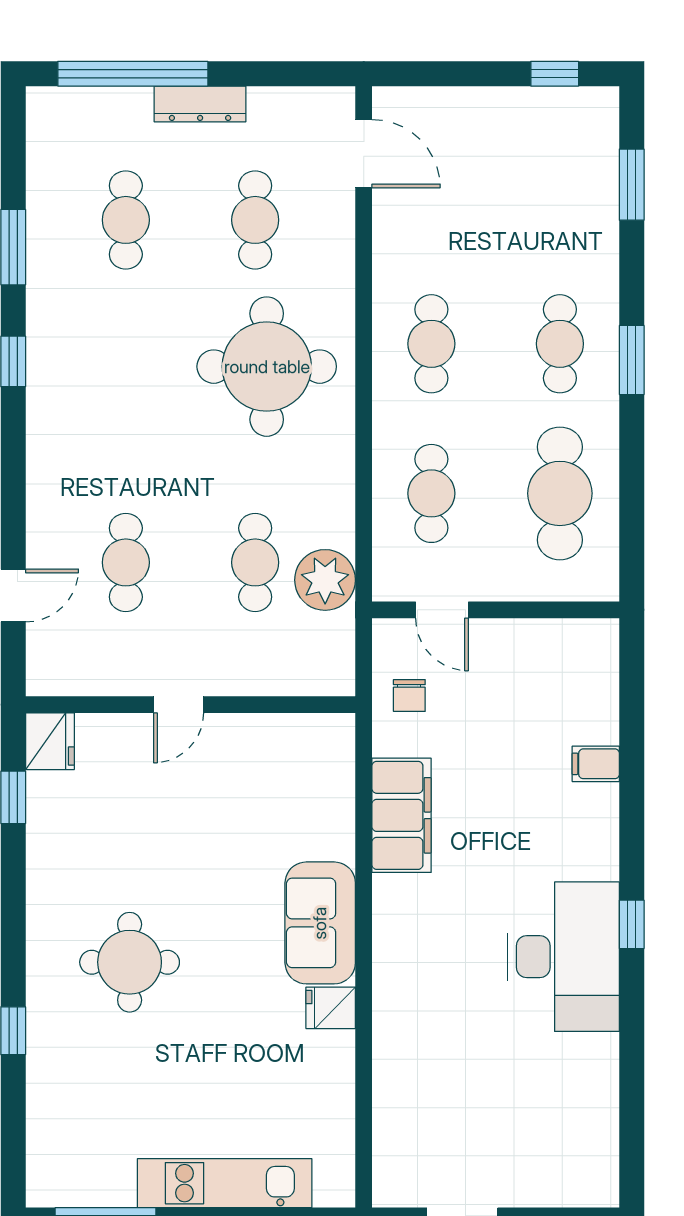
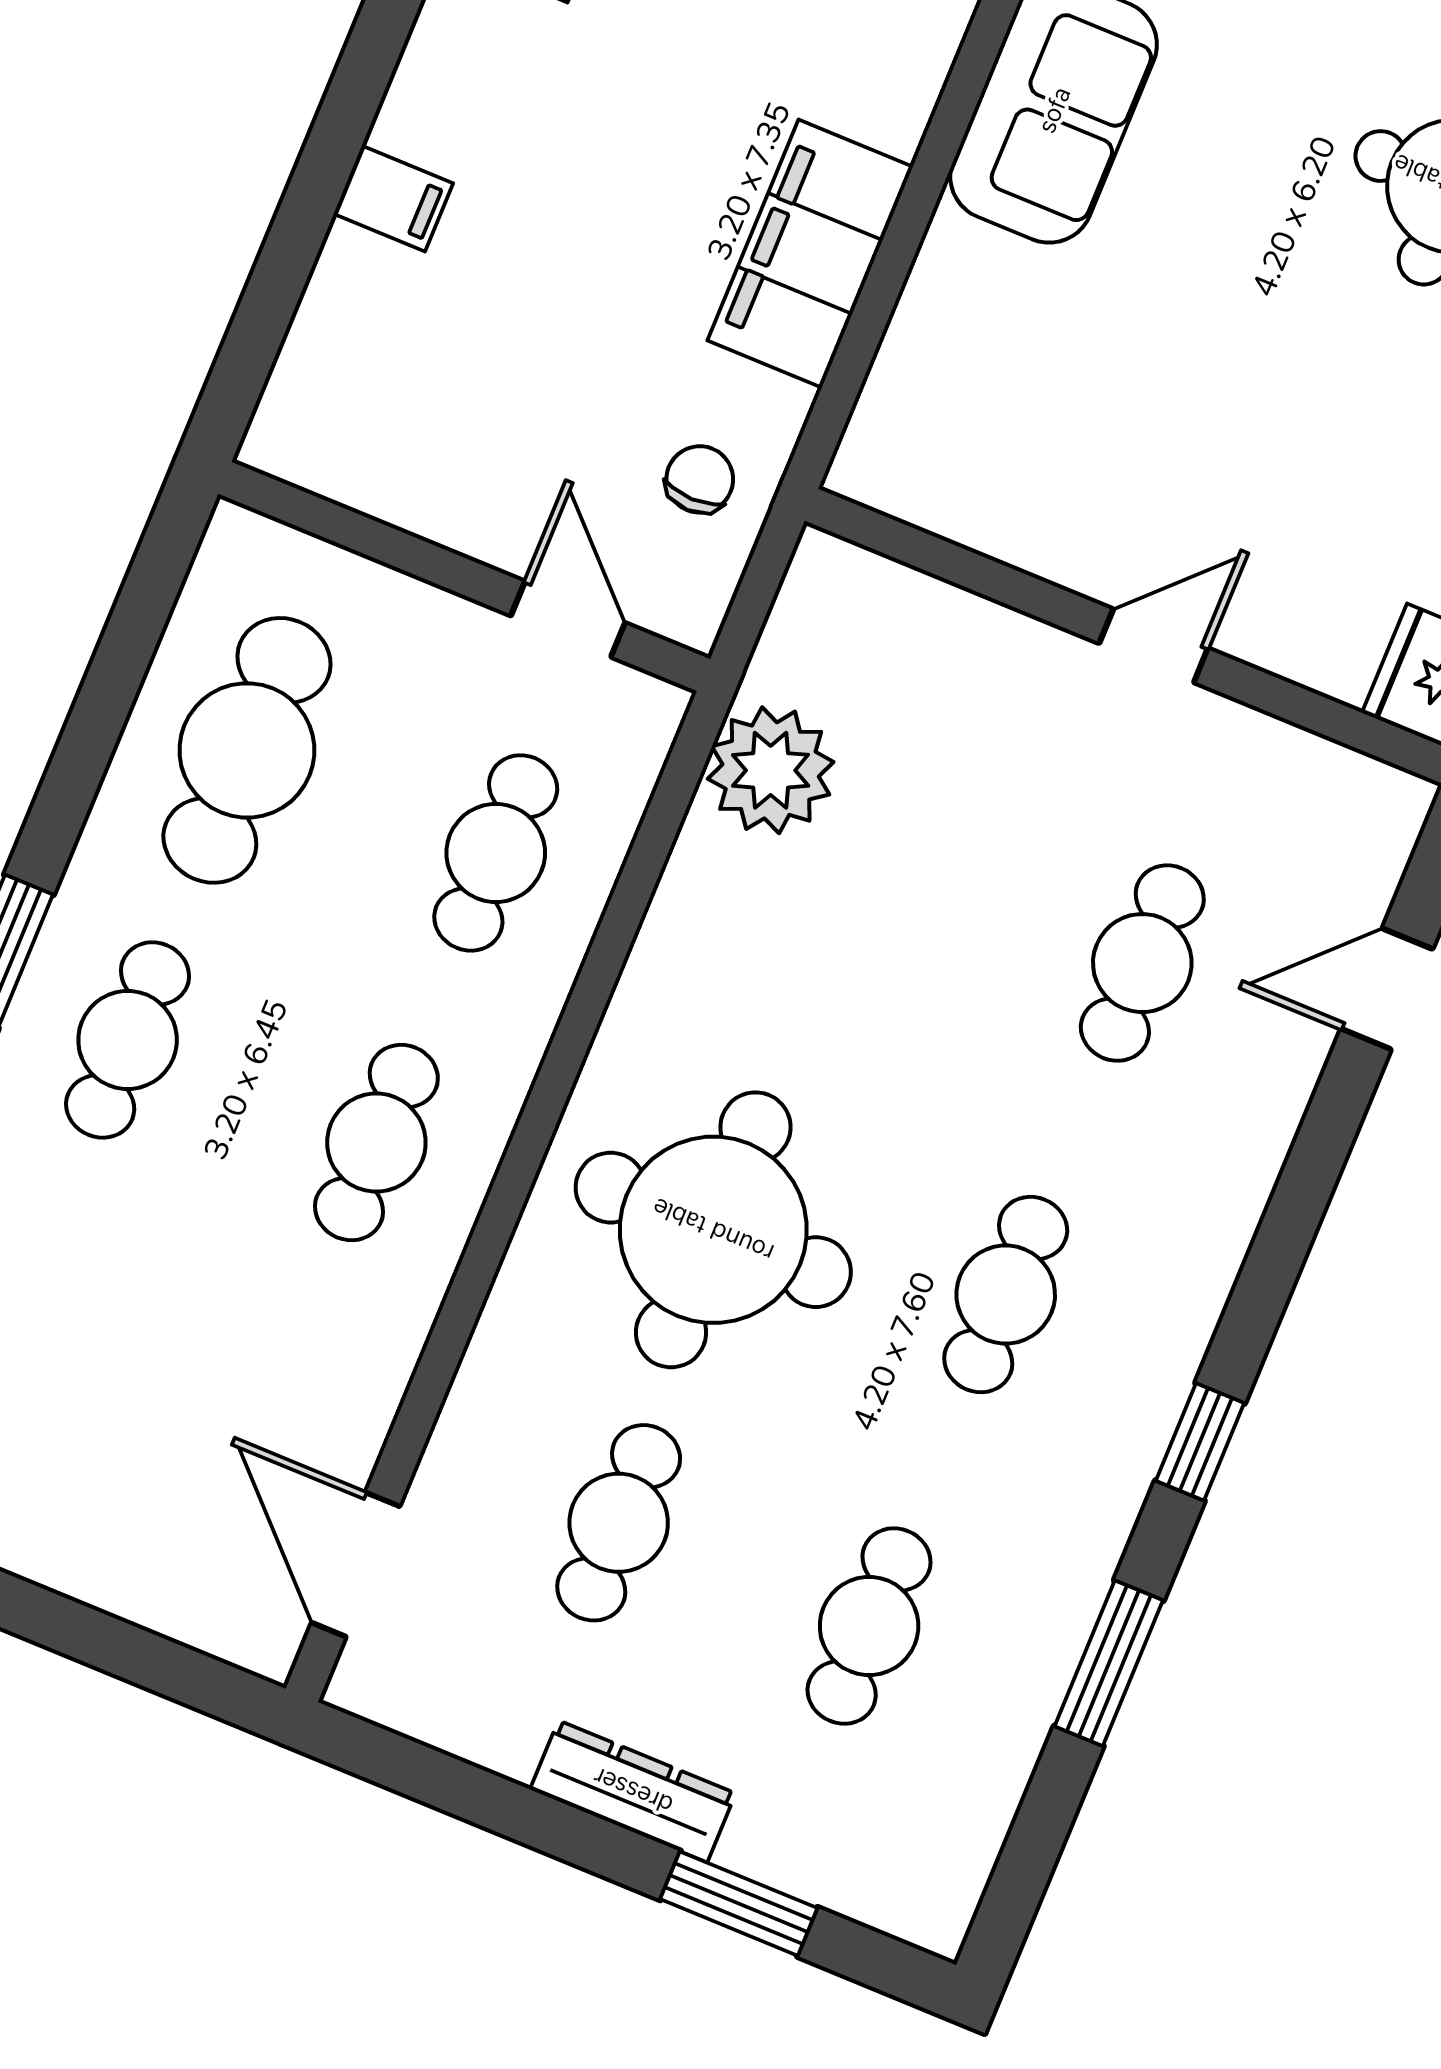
window: (133, 74) -> (739, 1904), width x0.47
cafe table: (255, 562) -> (1006, 1295), moved

